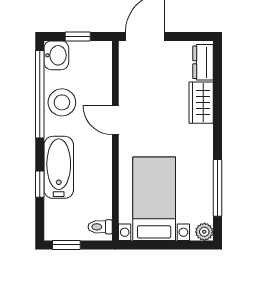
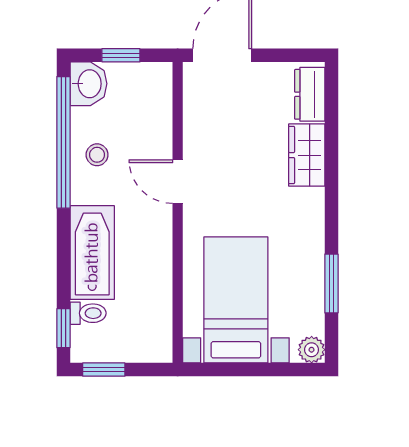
stool: (62, 102) -> (97, 155), width x0.53, depth x0.53
window: (40, 184) -> (63, 328), moved
window: (217, 188) -> (331, 284), width x0.69
toilet: (100, 227) -> (88, 313), moved, turned 180

